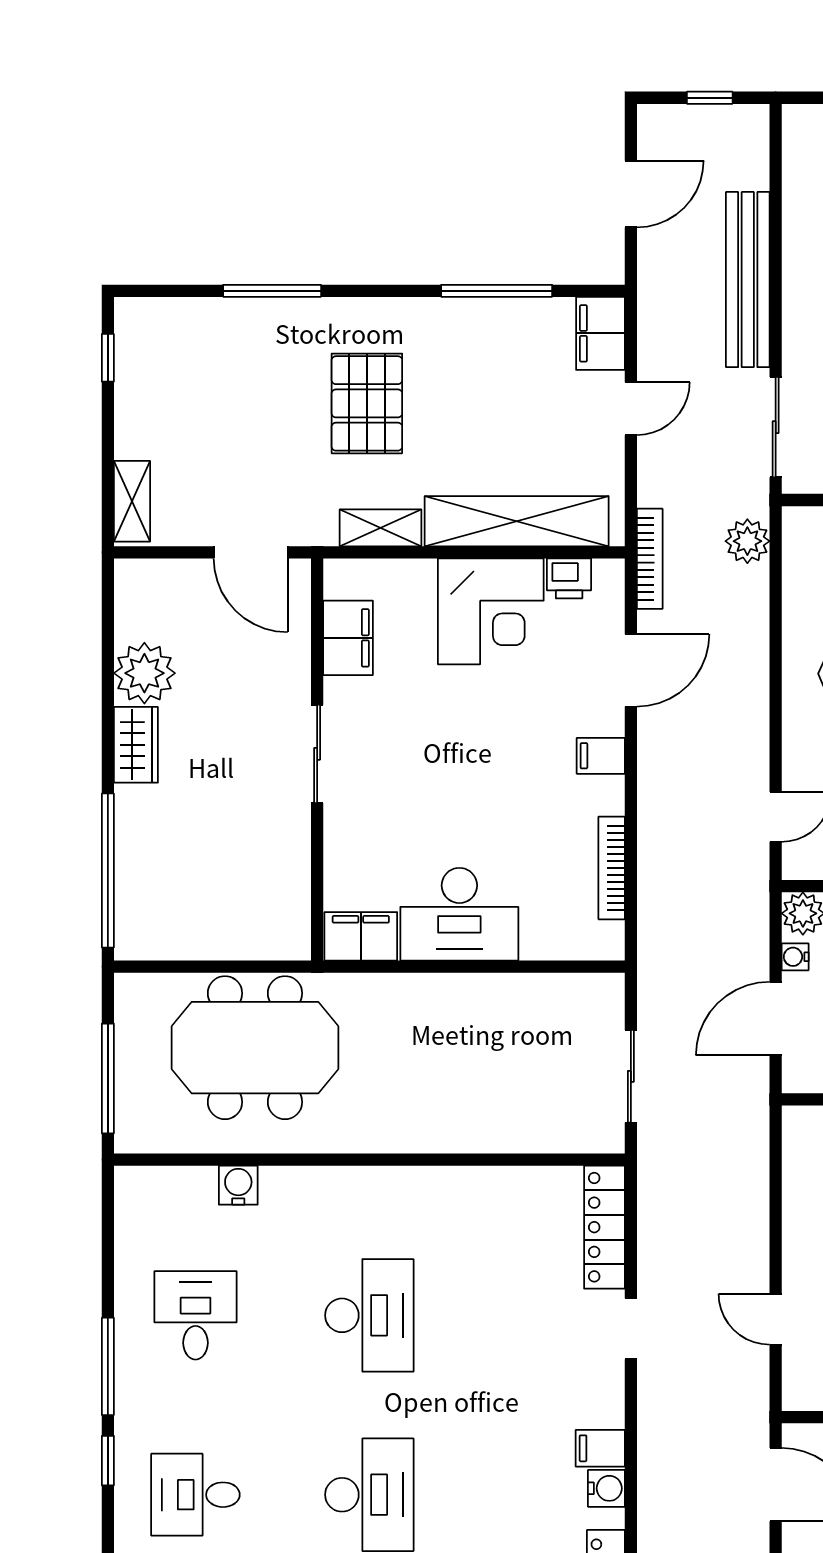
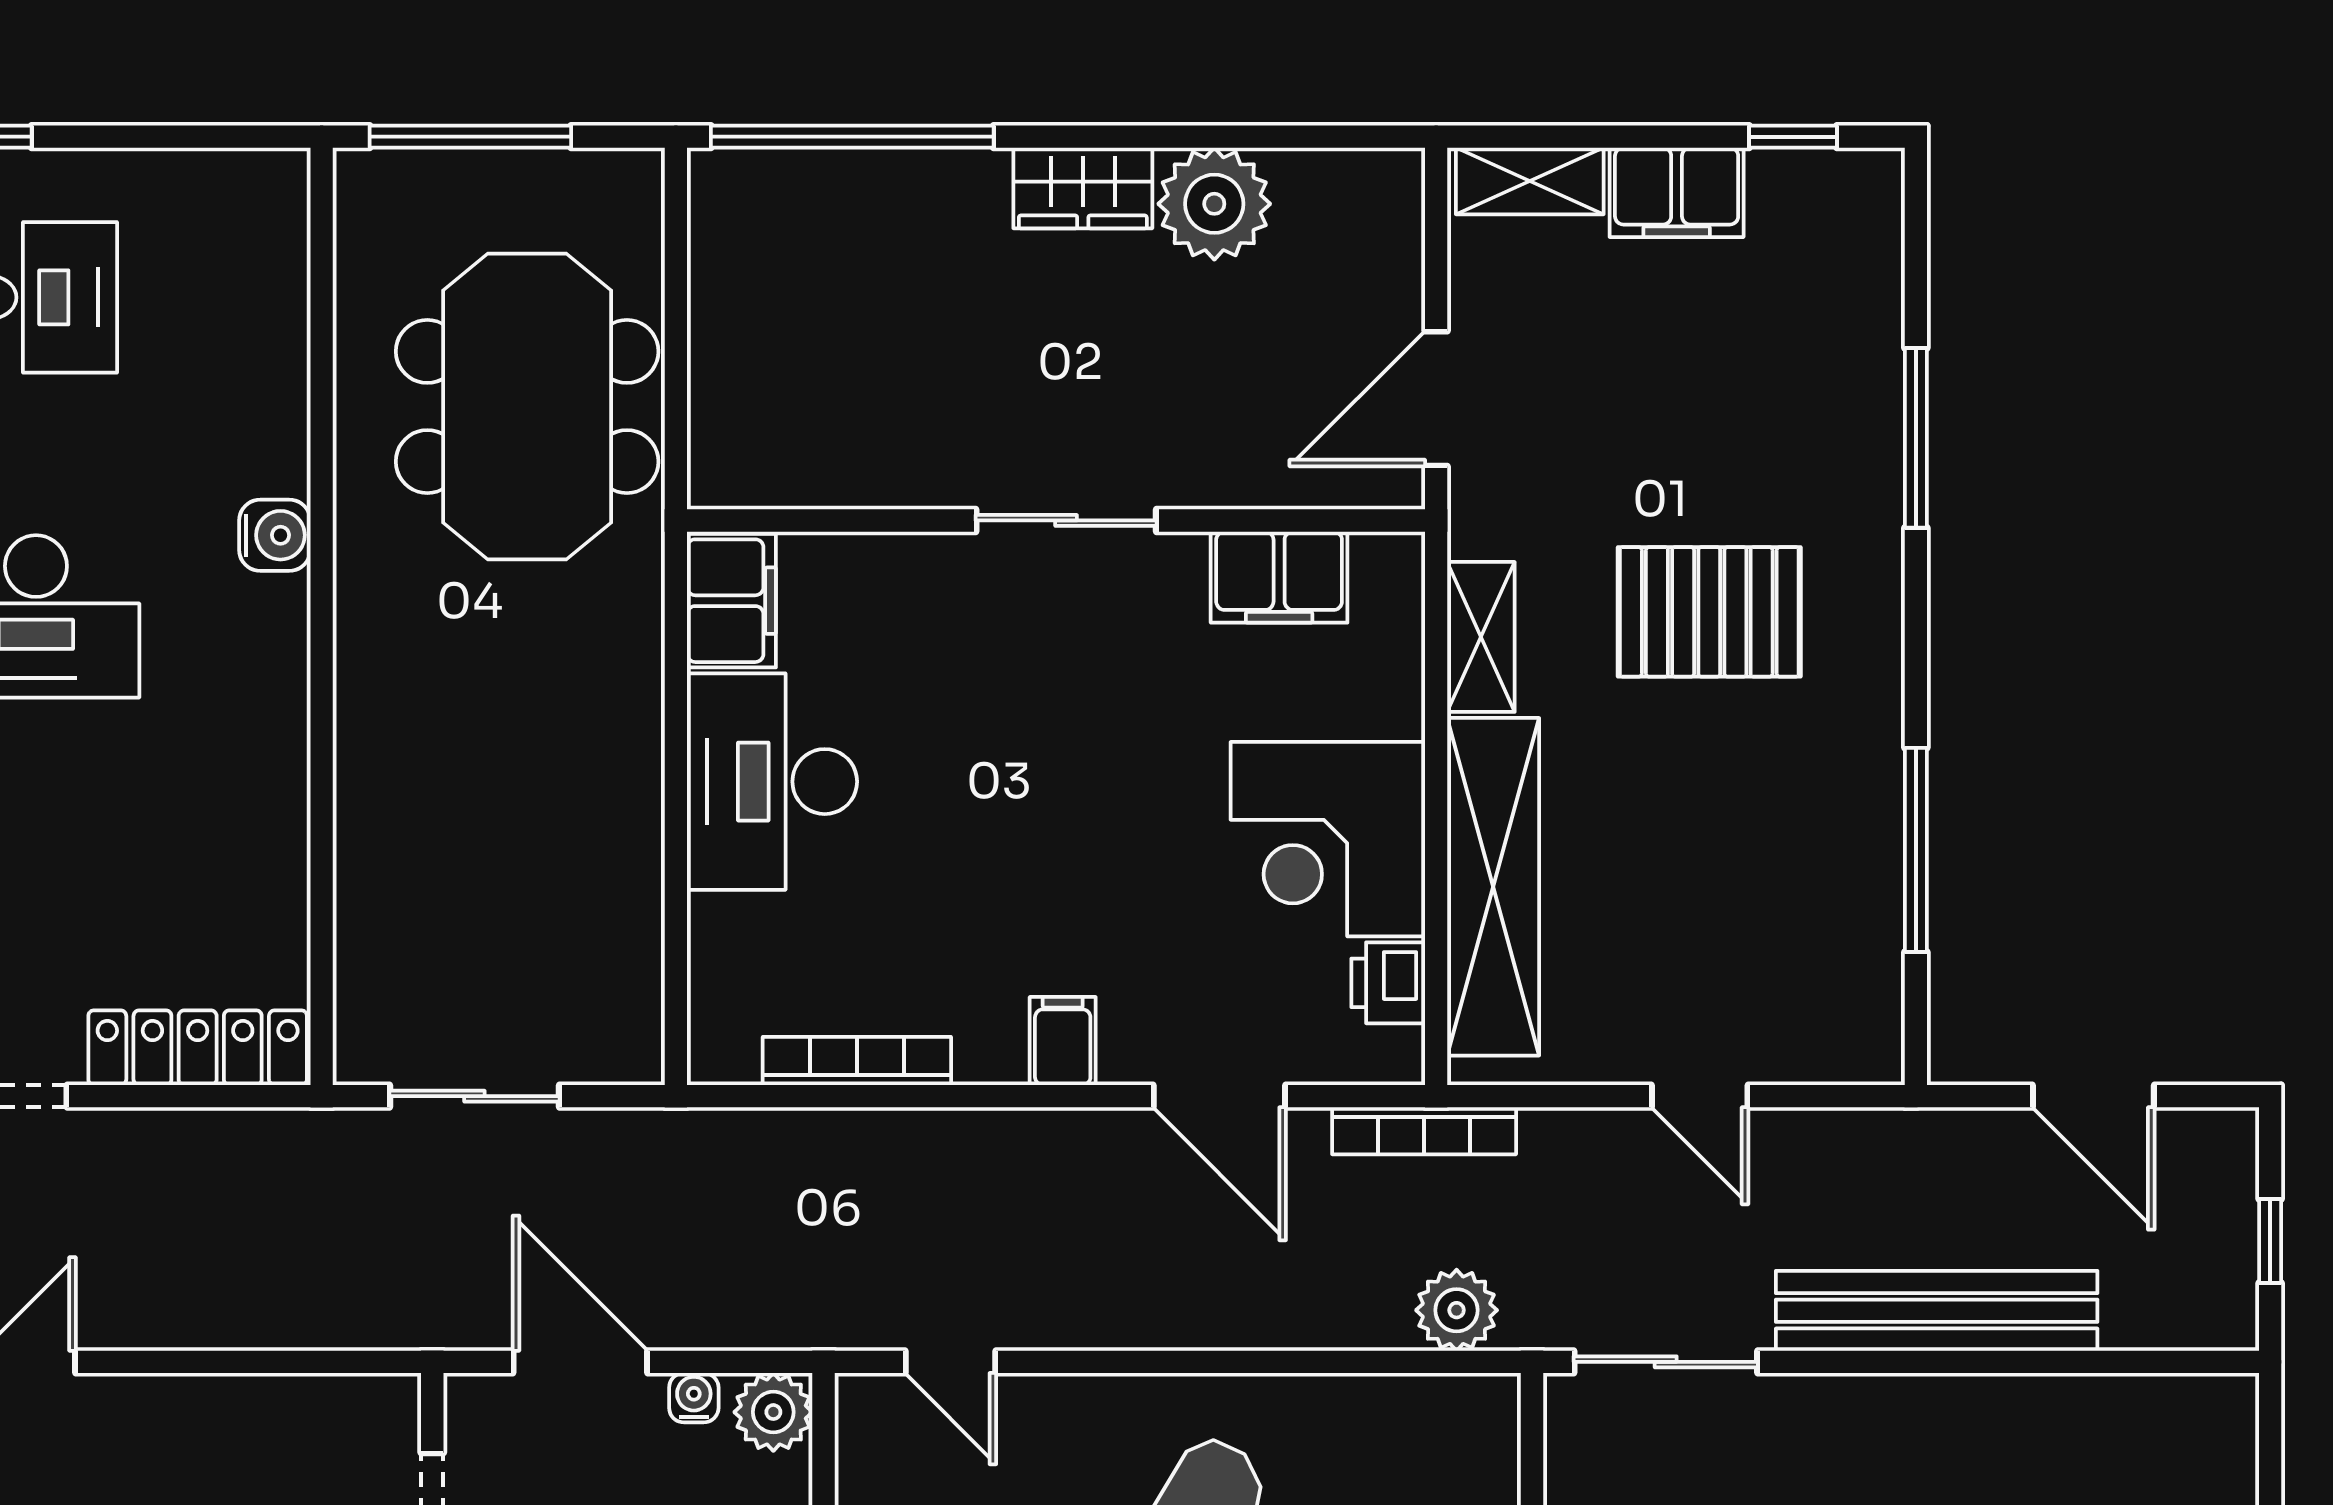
filing cabinet: (600, 333) -> (1677, 192), moved, turned 180
water cooler: (238, 1185) -> (275, 535), moved

